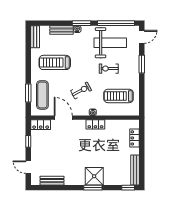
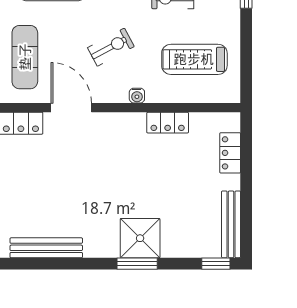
locker: (95, 124) -> (168, 123), moved
bench: (52, 181) -> (46, 248), width x1.36

